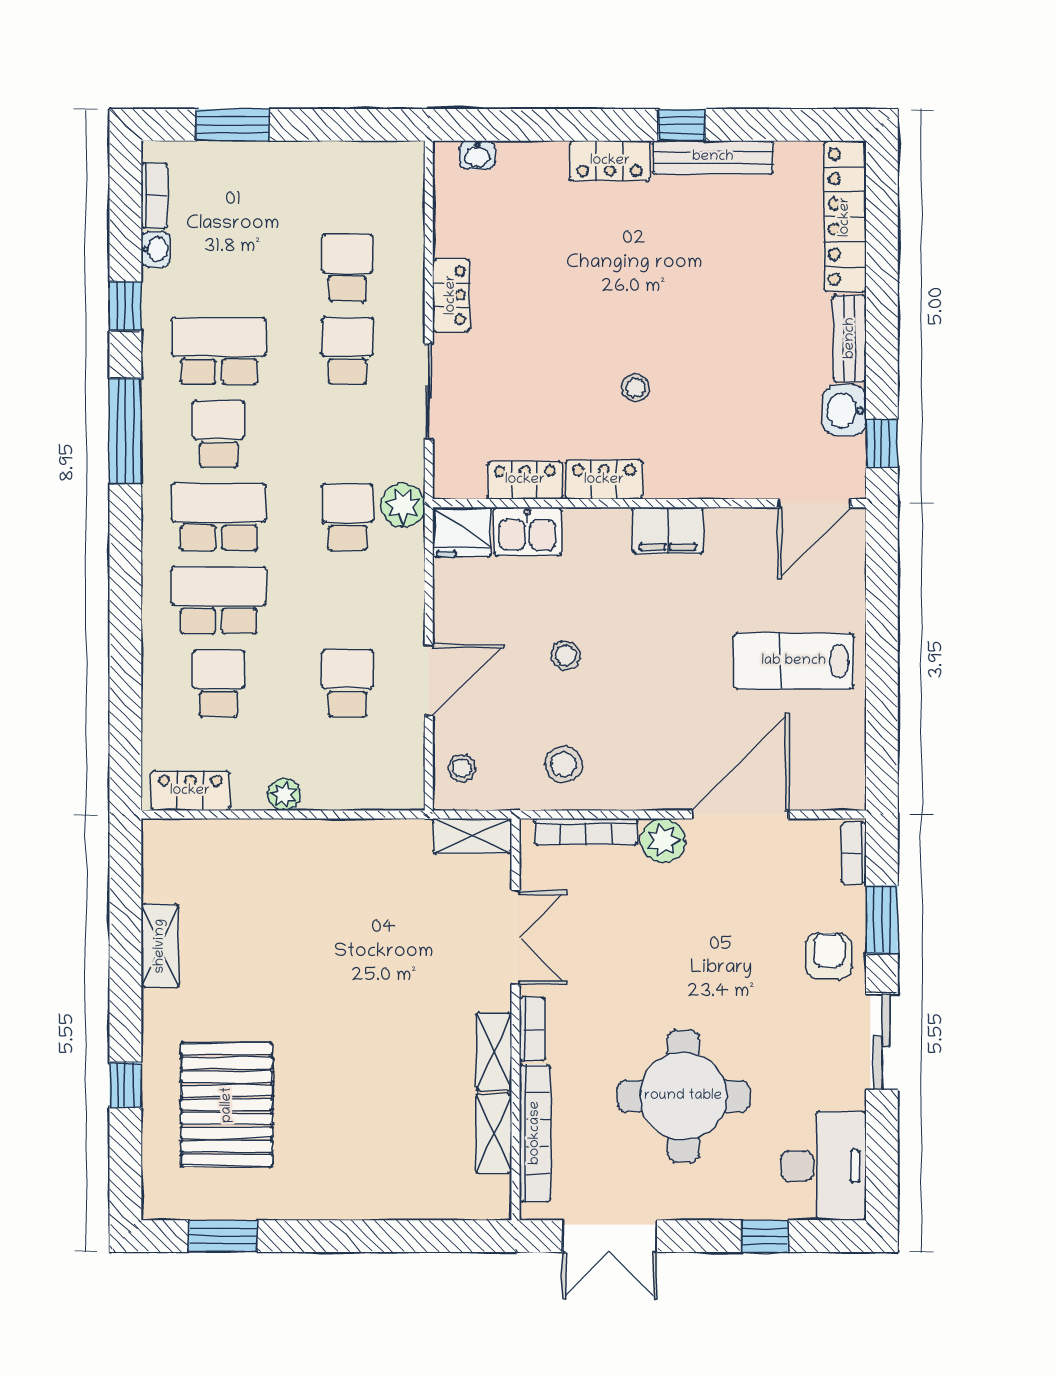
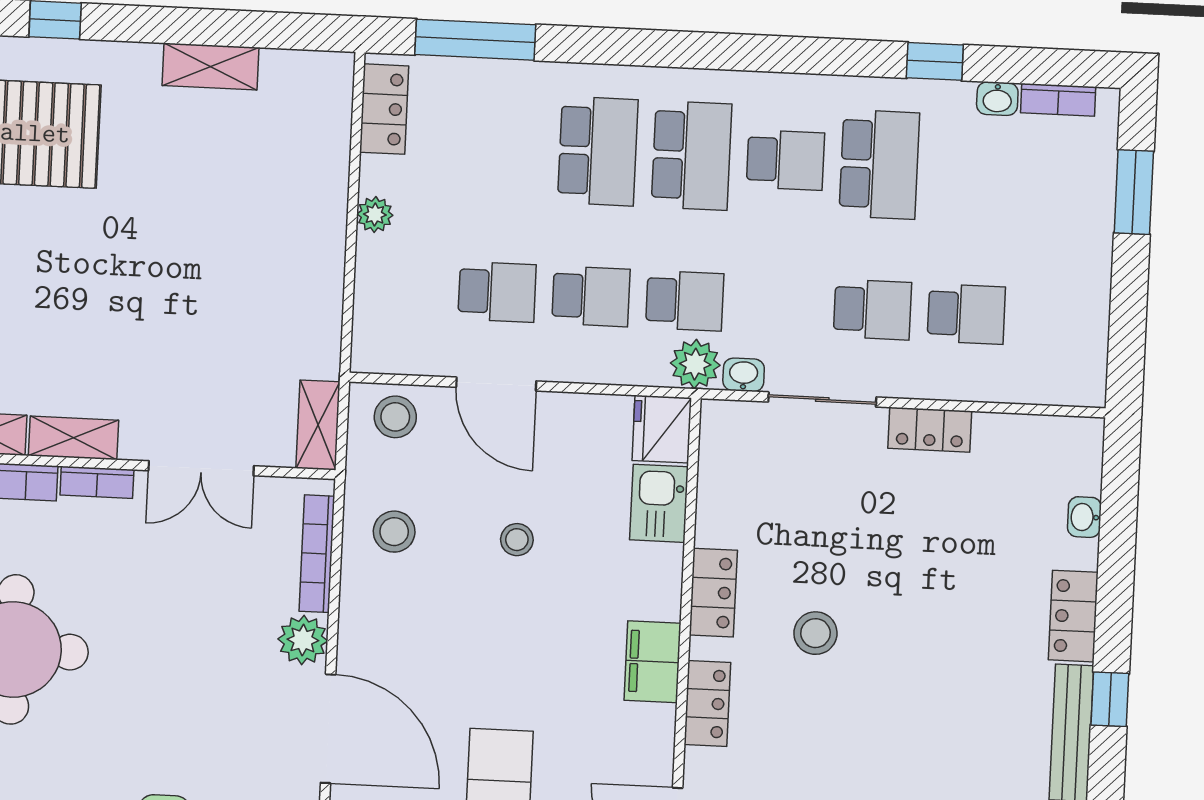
washbasin: (477, 155) -> (1084, 517), moved
stool: (636, 388) -> (815, 633), width x1.37, depth x1.37
window: (125, 431) -> (475, 40), moved
washbasin: (410, 462) -> (744, 375), added
locker: (525, 480) -> (707, 704), moved
school desk: (219, 683) -> (591, 296), moved
stool: (462, 768) -> (395, 417), width x1.37, depth x1.37

